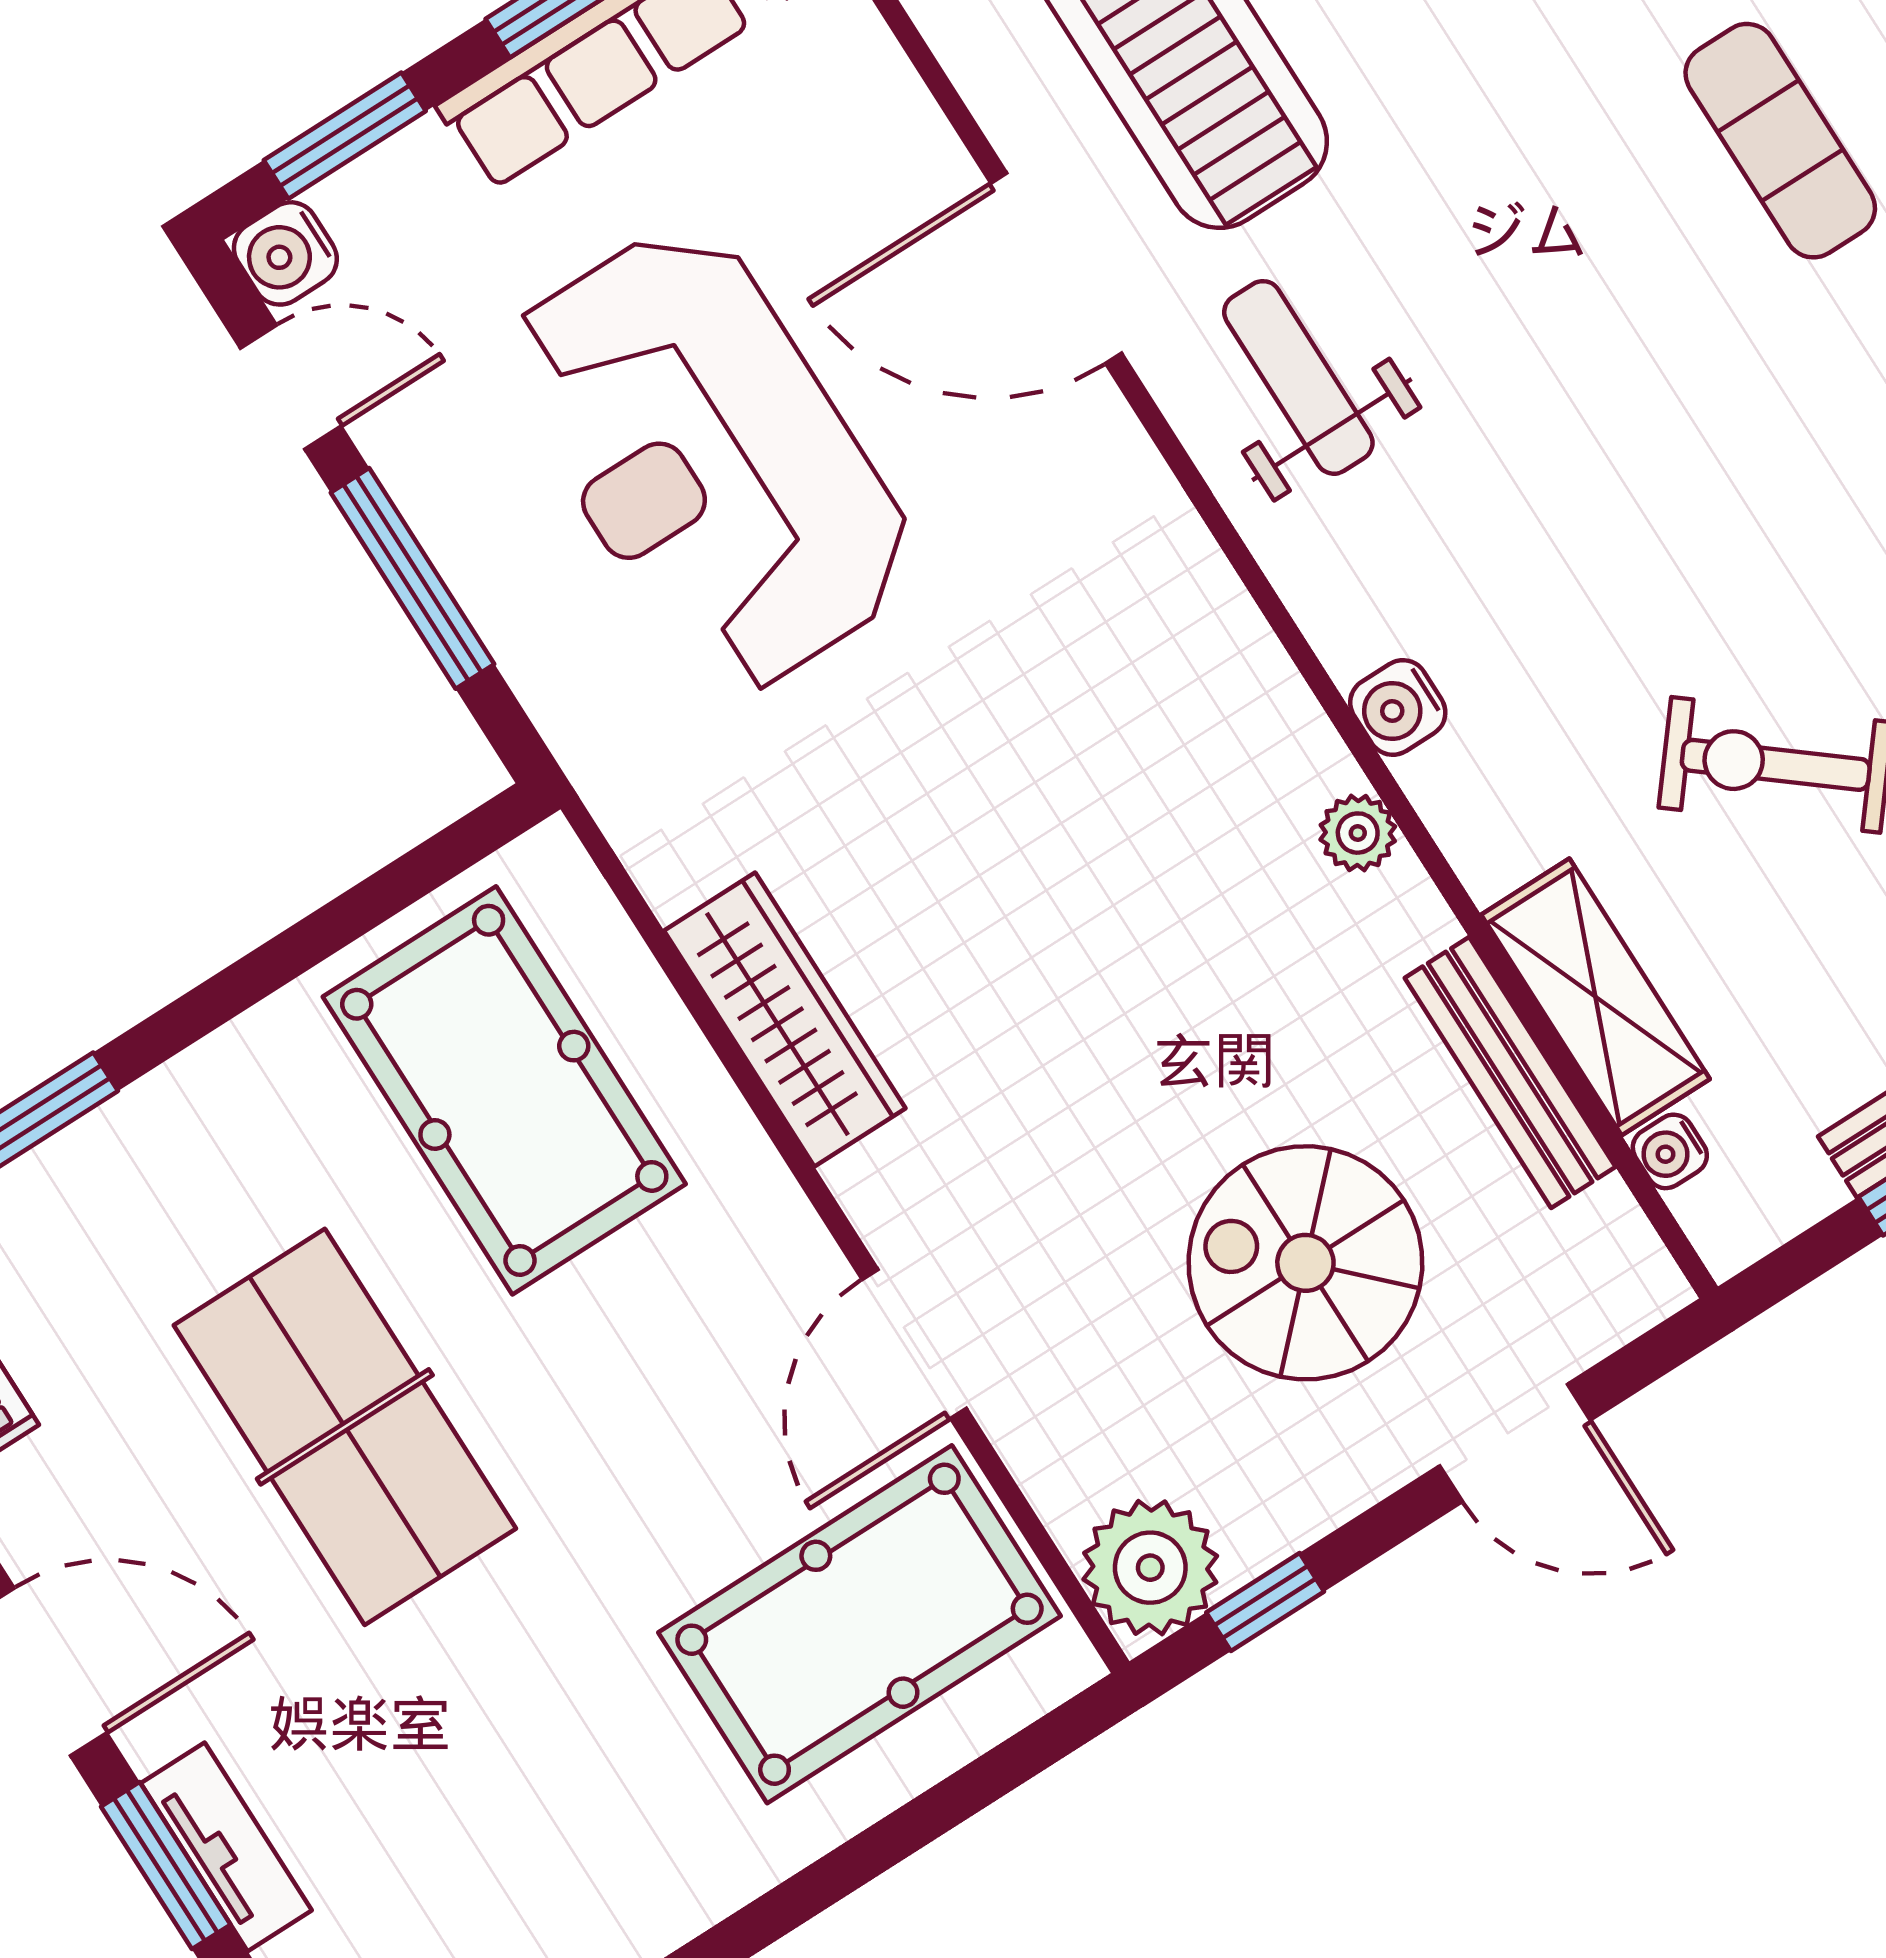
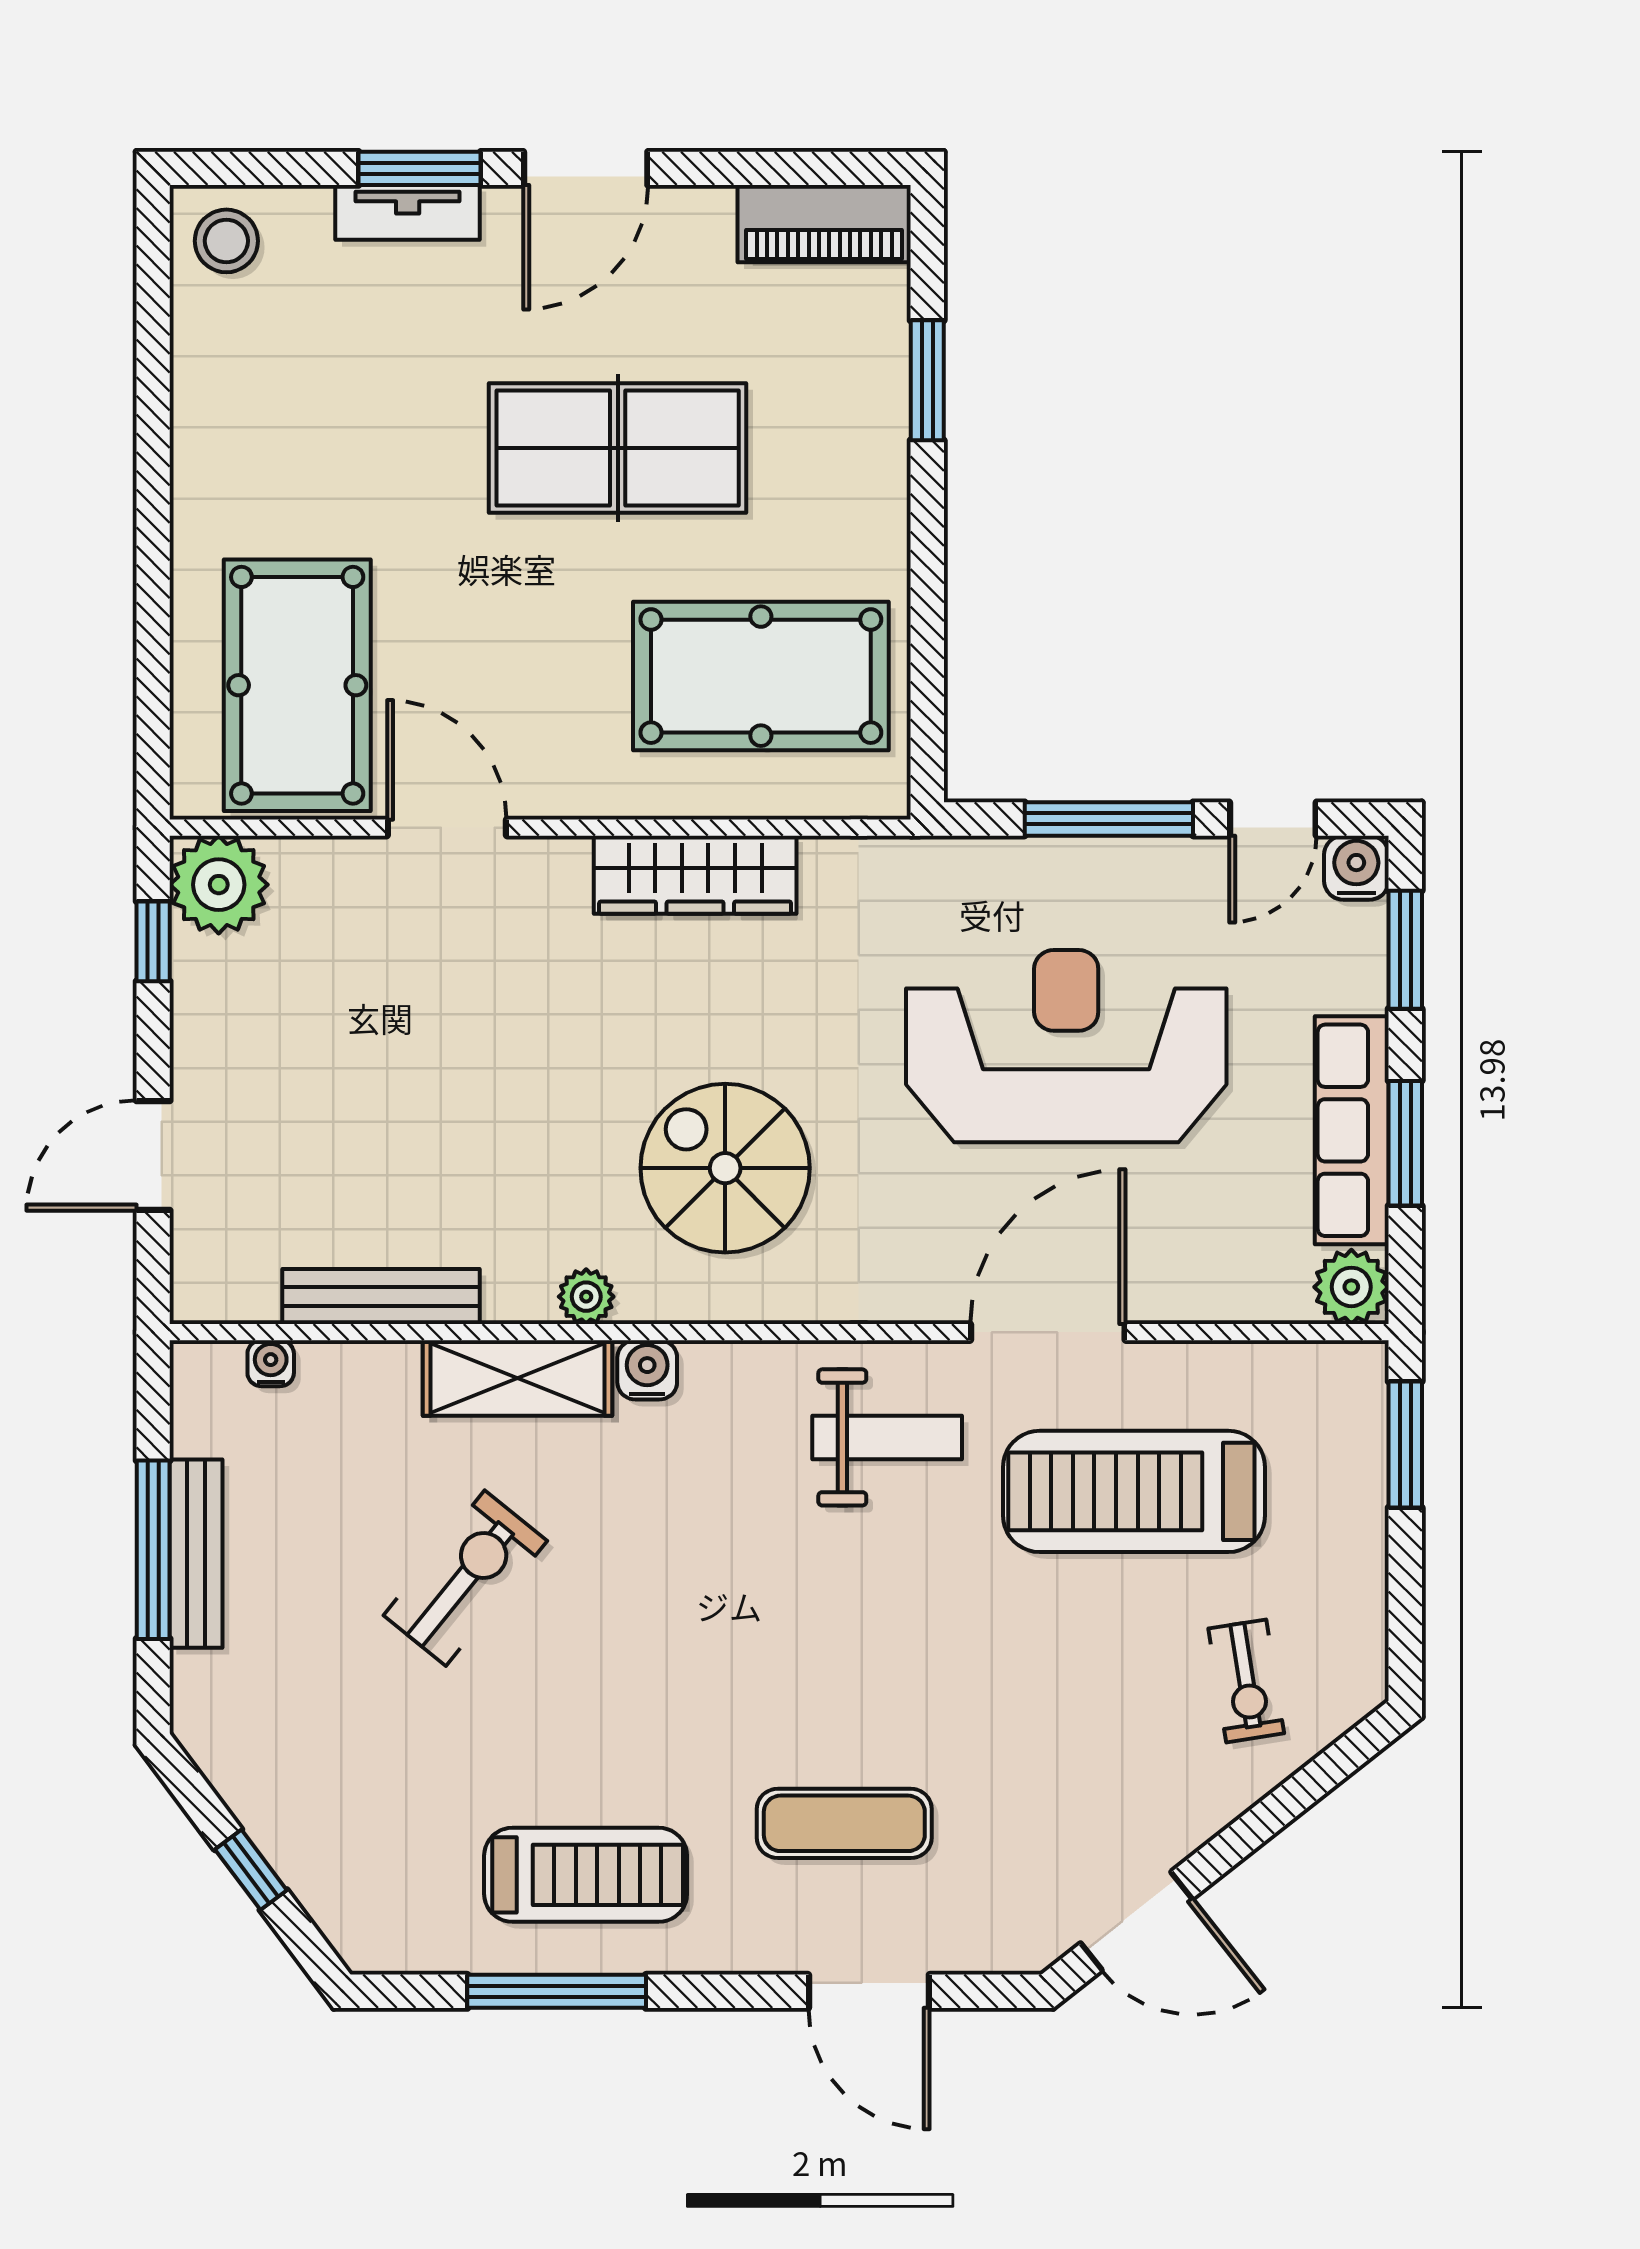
shelving: (1595, 997) -> (517, 1378), moved
spiral stairs: (1305, 1263) -> (725, 1168), moved, turned -90

